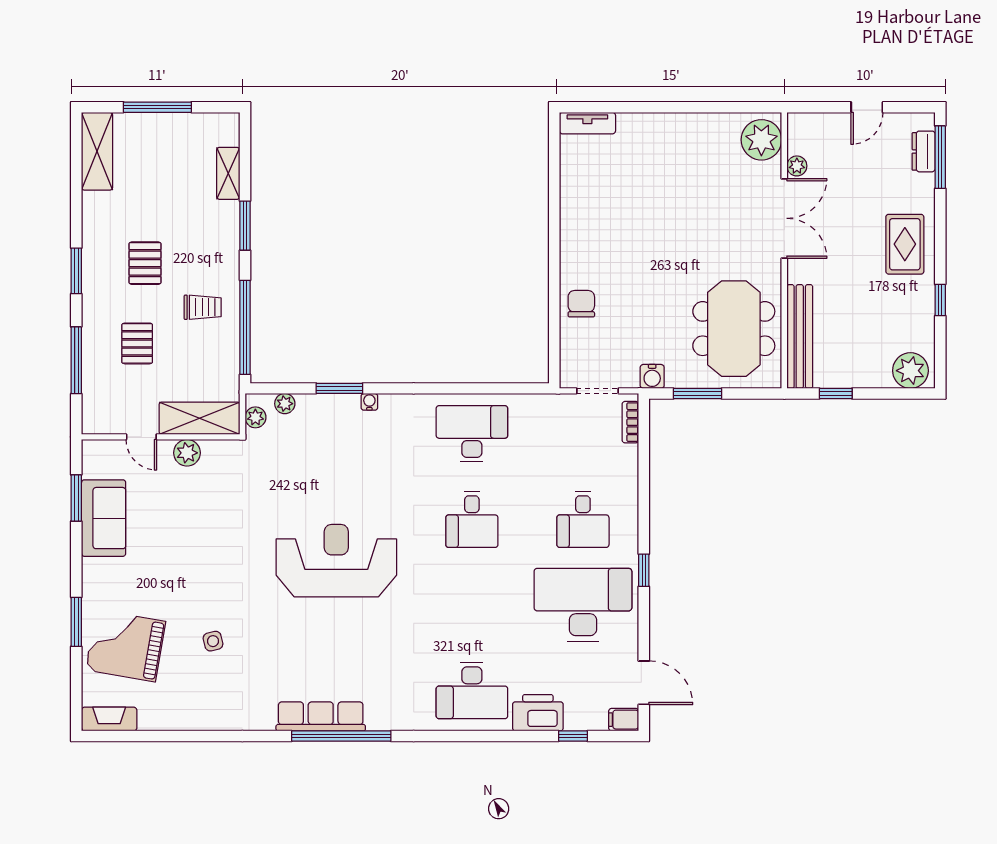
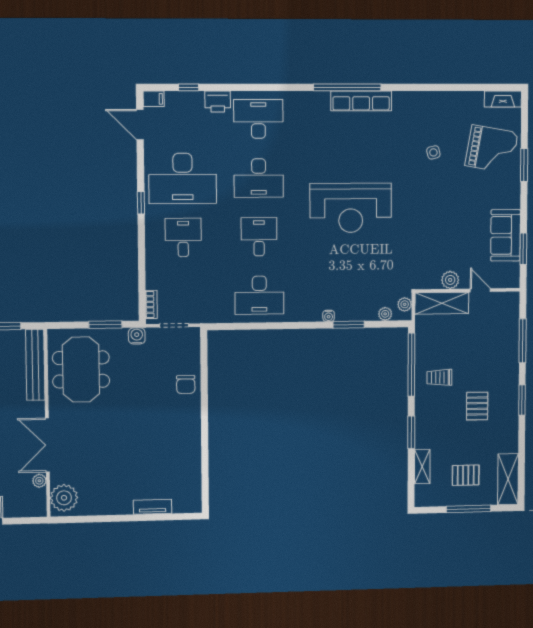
tv unit: (587, 123) -> (153, 507), moved
pallet: (137, 343) -> (466, 475), moved, turned 90
desk: (472, 605) -> (259, 178), added
printer: (538, 713) -> (218, 102), width x0.73, depth x0.84

